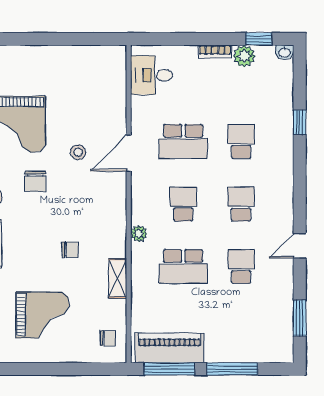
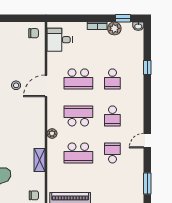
school desk: (241, 141) -> (112, 79), turned 180
school desk: (183, 204) -> (78, 116), width x1.85
school desk: (241, 204) -> (112, 116), turned 180
chair: (70, 250) -> (34, 33), moved

